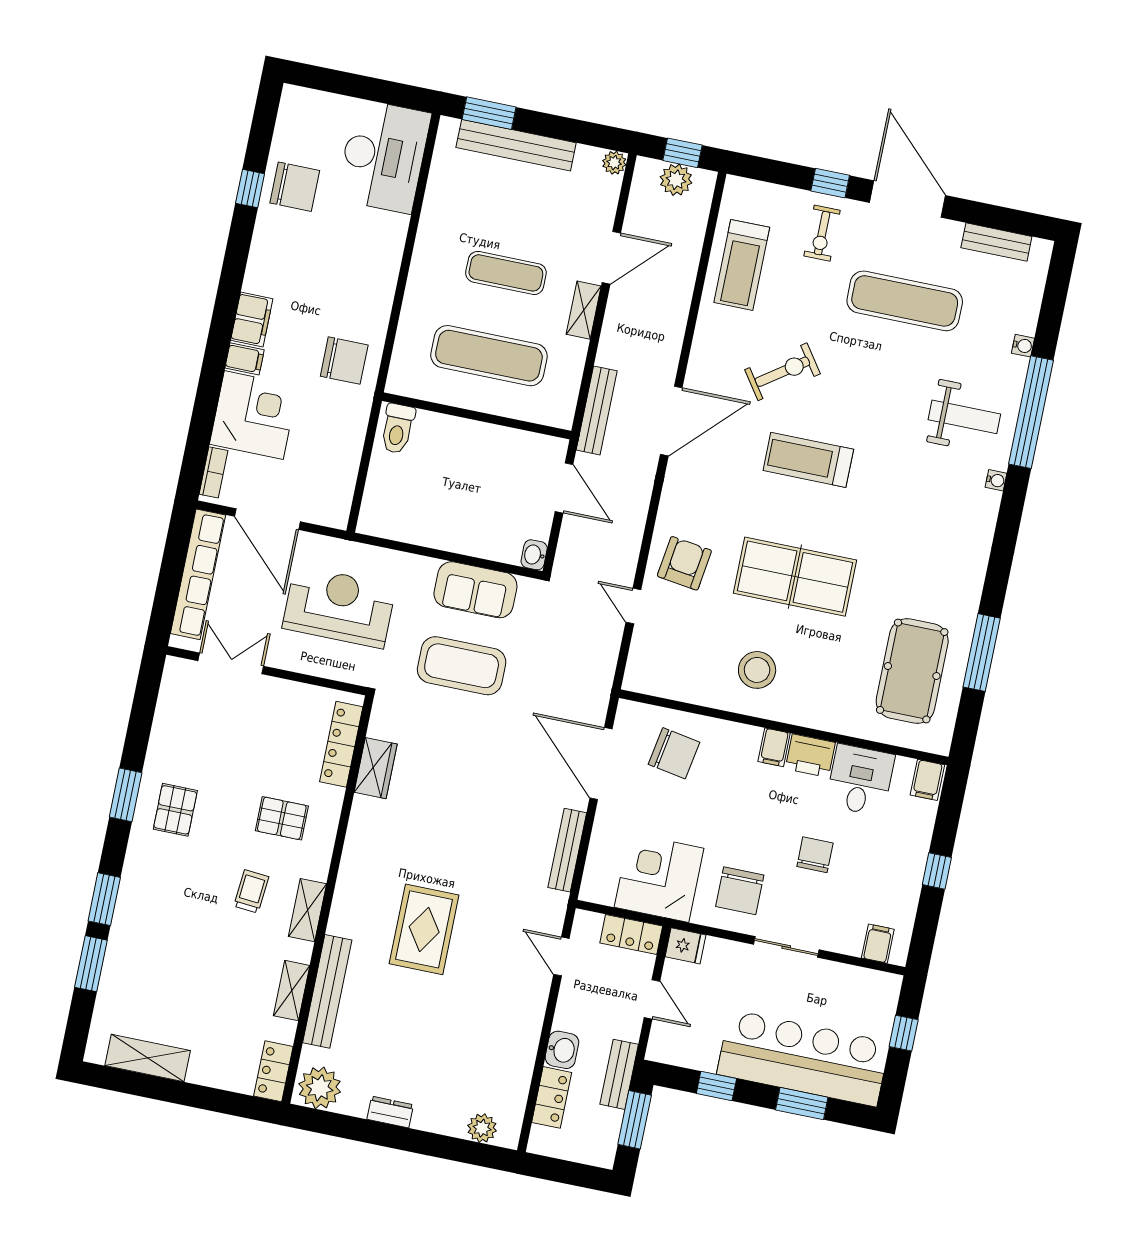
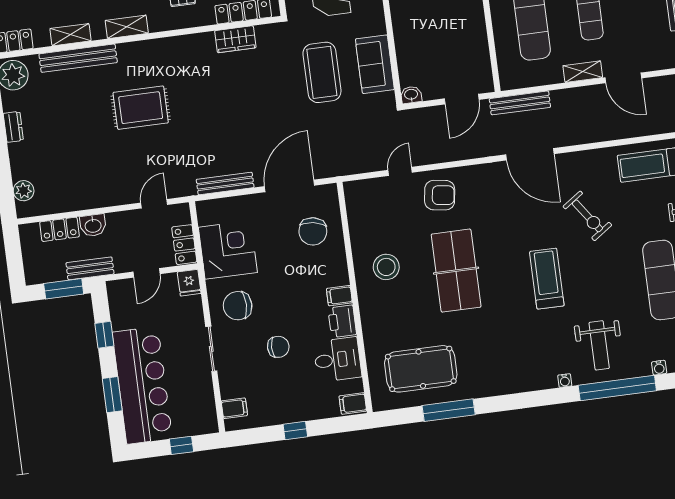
treadmill: (808, 460) -> (547, 279), moved

